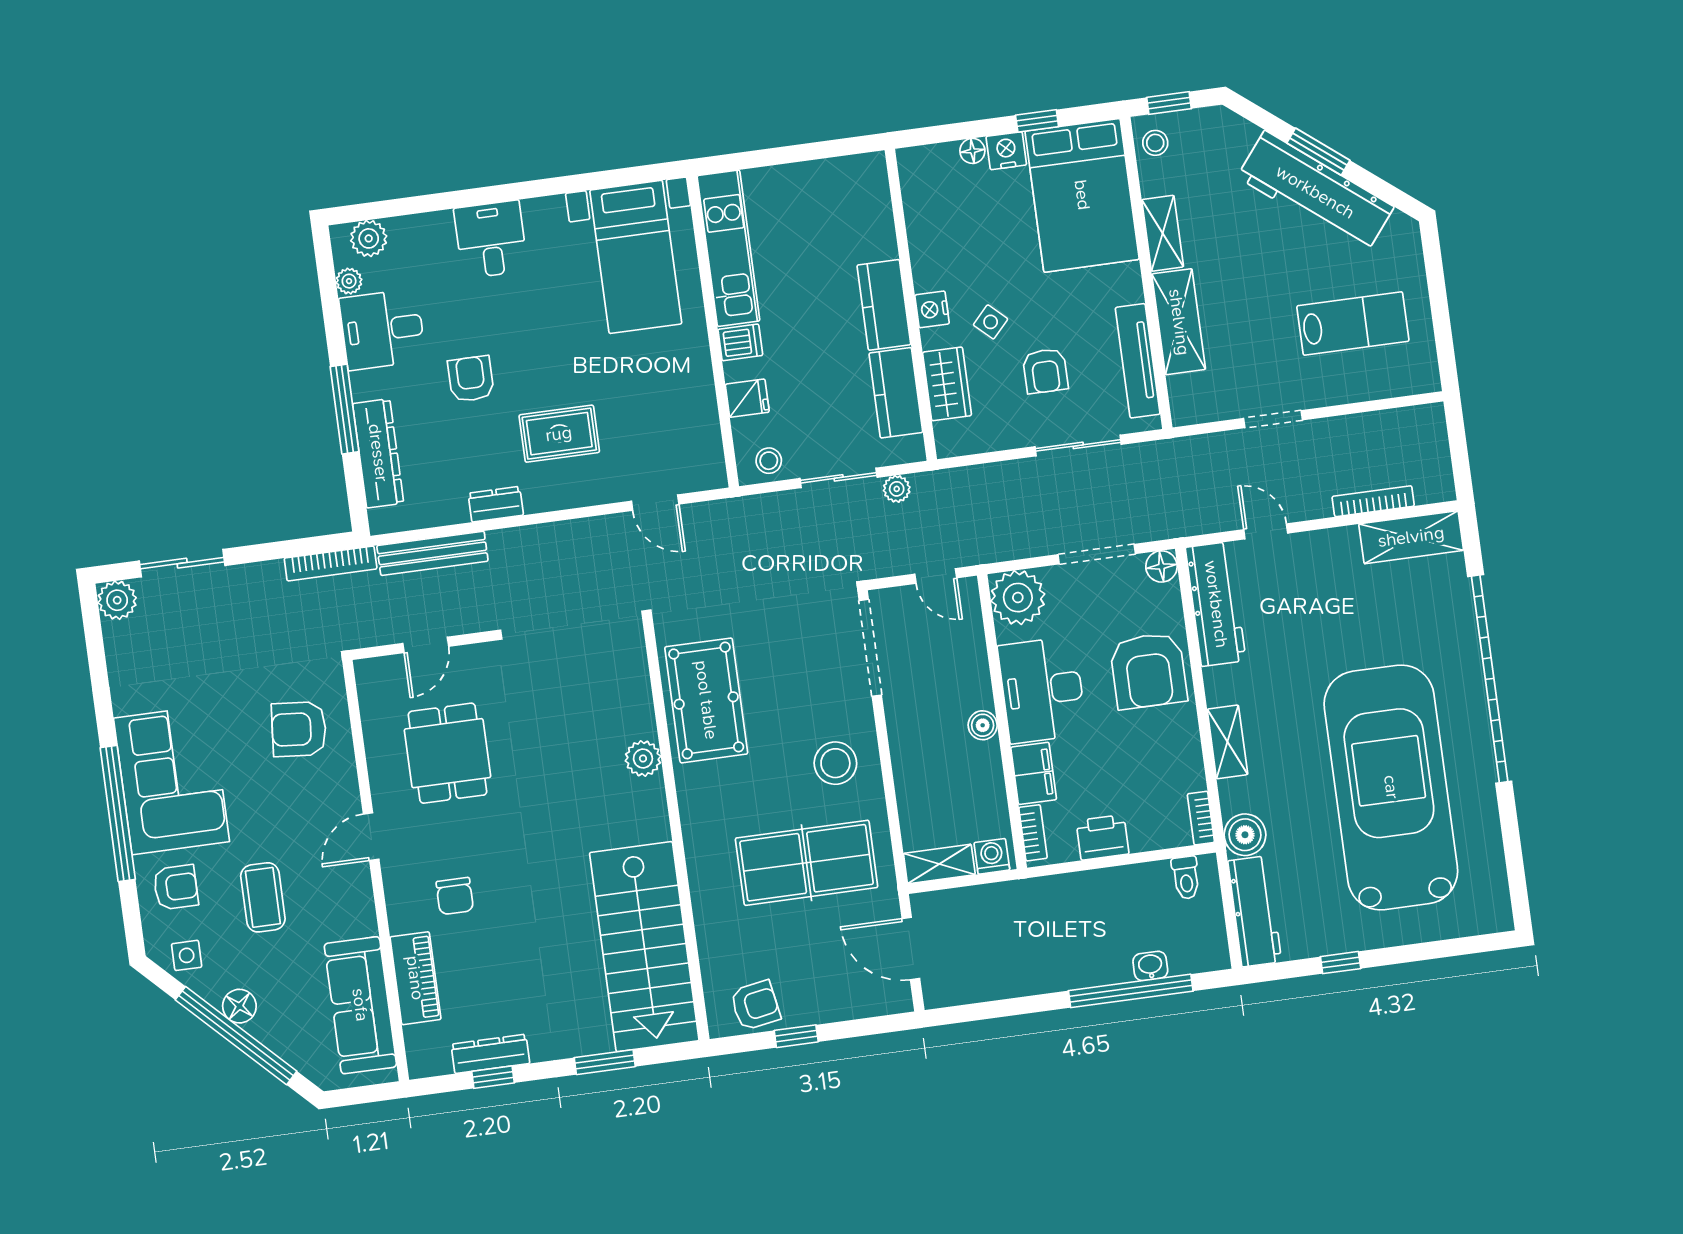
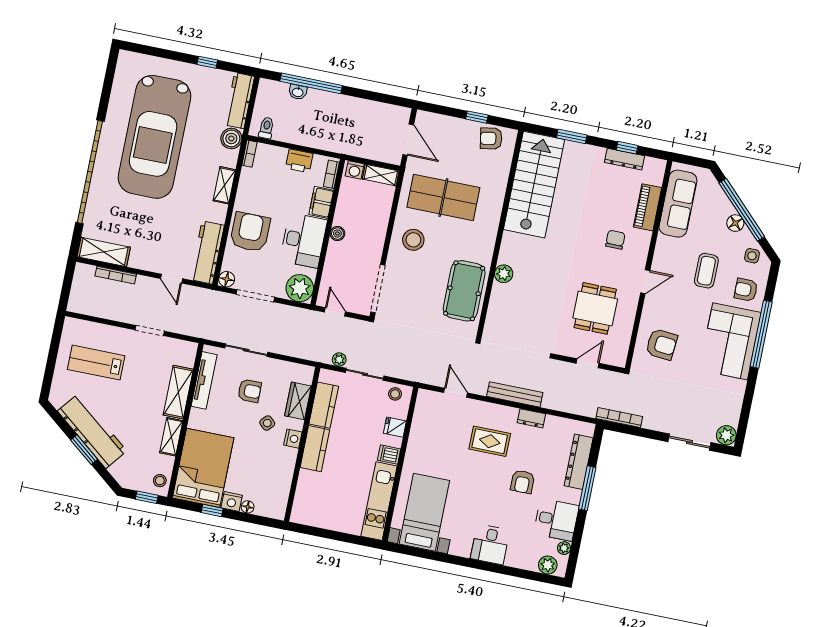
armchair: (1045, 371) -> (249, 391), turned 90
bench: (432, 553) -> (515, 394), moved

